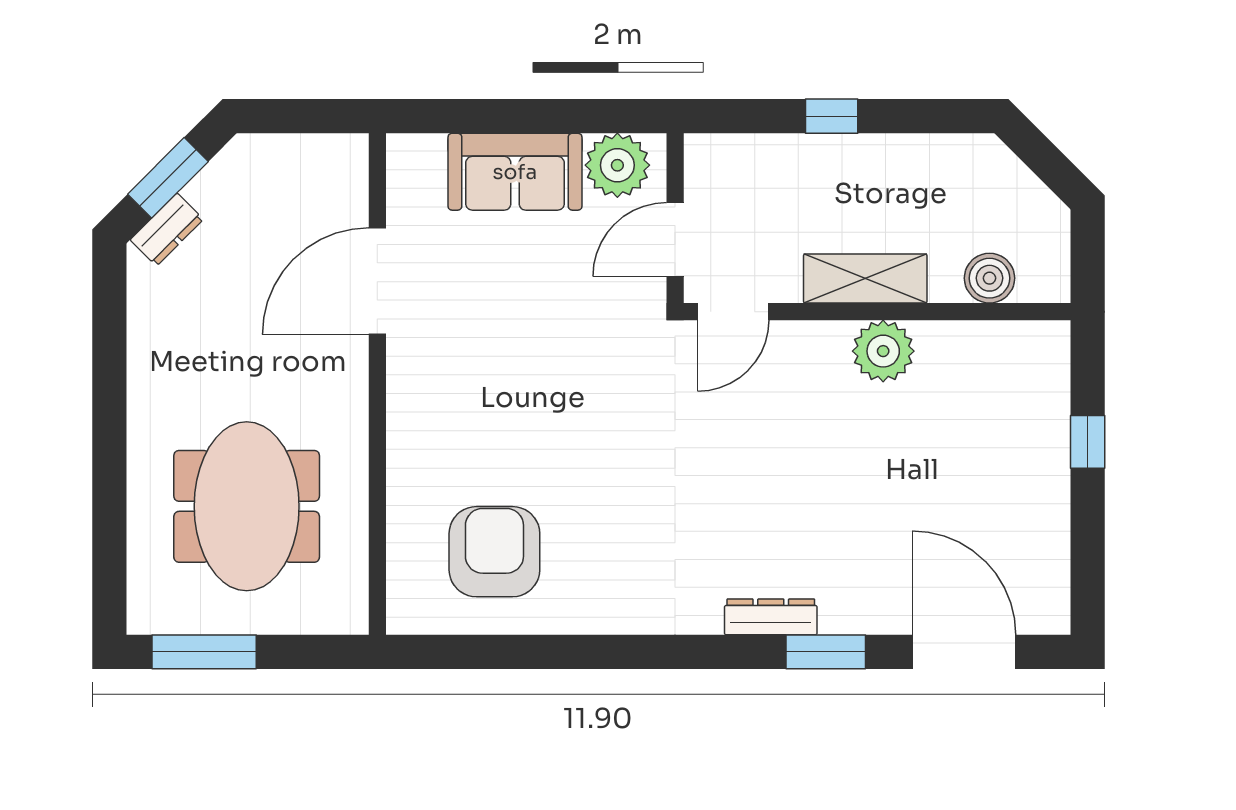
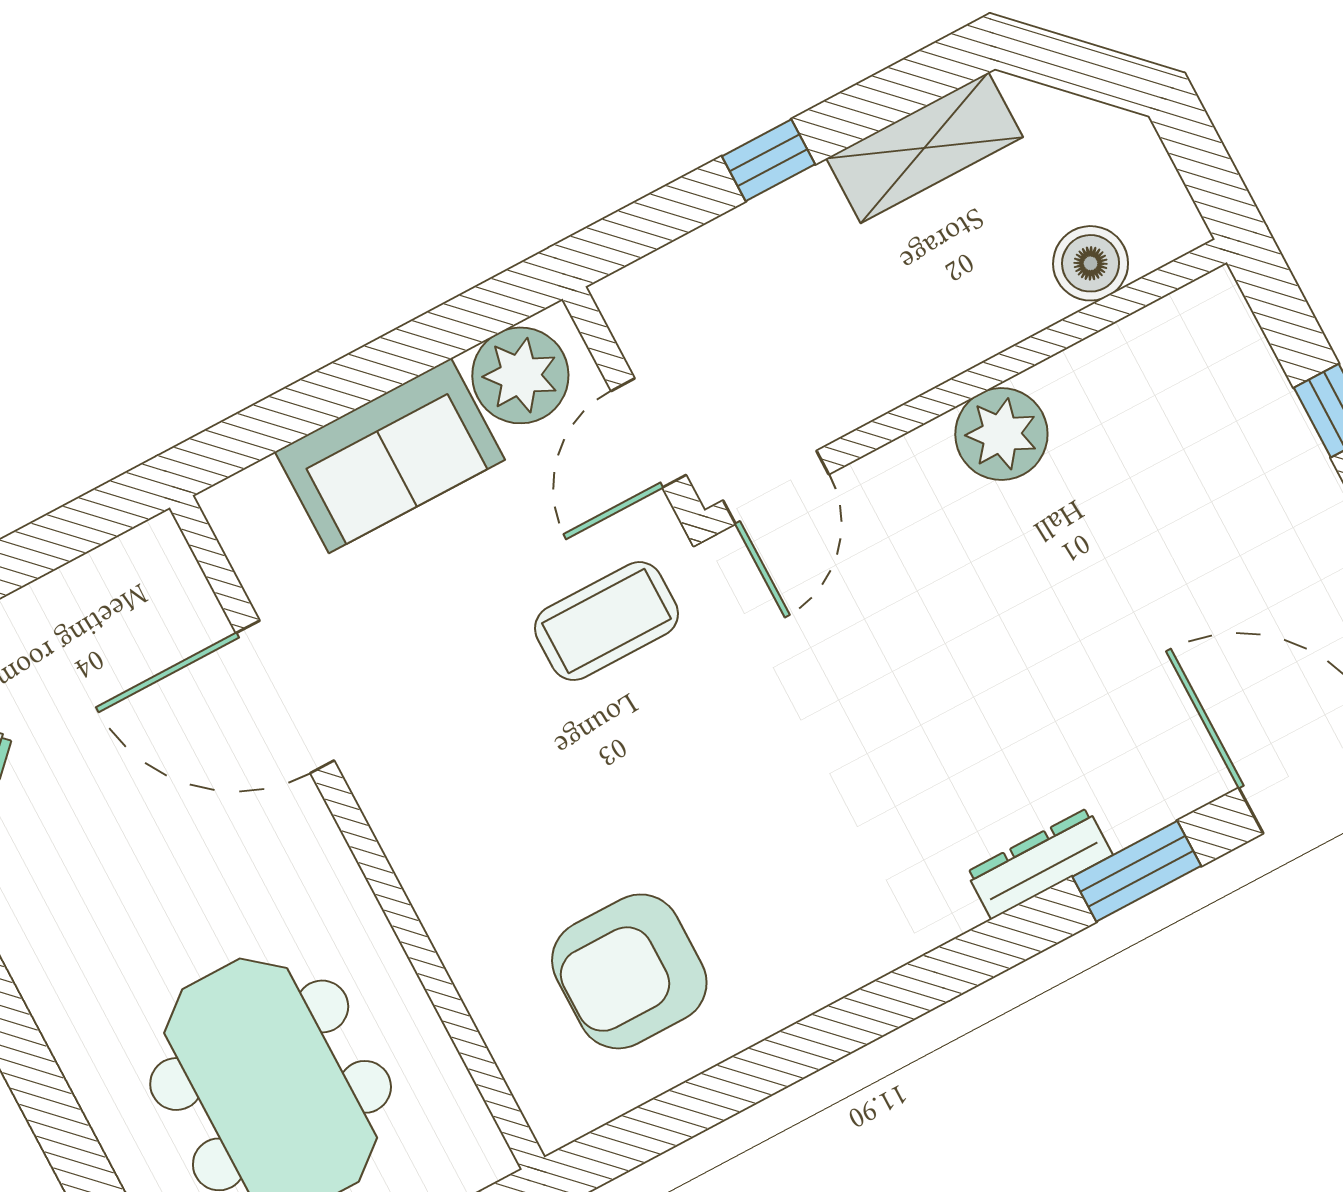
shelving: (865, 279) -> (925, 148), moved
door: (377, 281) -> (285, 697), hinge flipped
coffee table: (591, 337) -> (606, 621), added
armchair: (494, 552) -> (629, 971), turned -90

